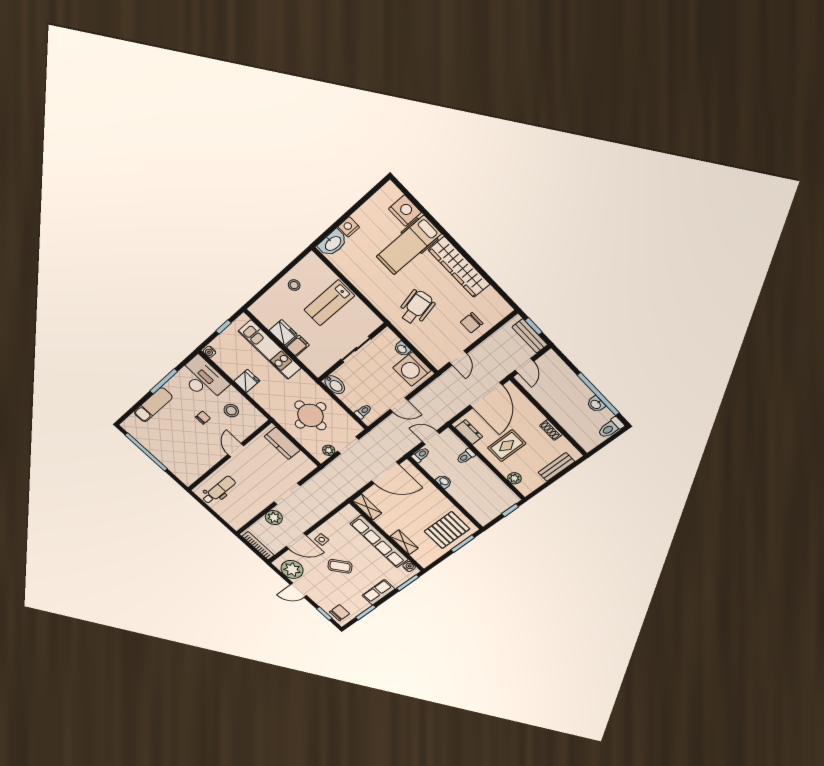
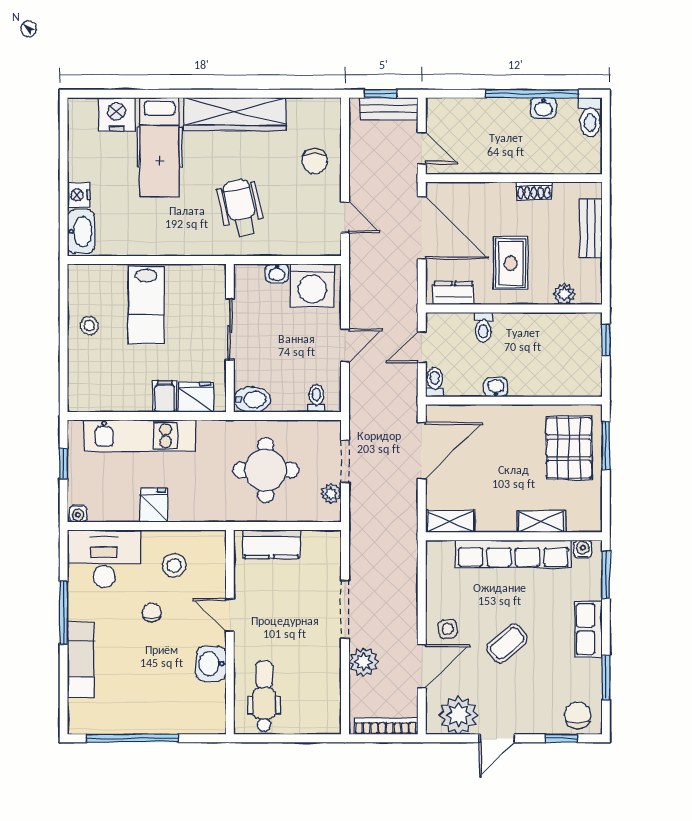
fridge: (283, 332) -> (196, 397), moved
washbasin: (209, 459) -> (211, 664), added

